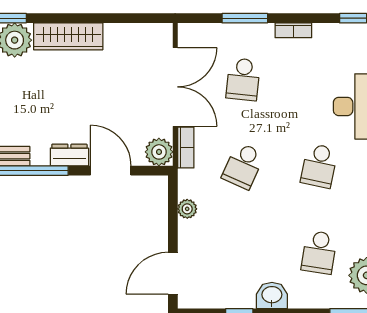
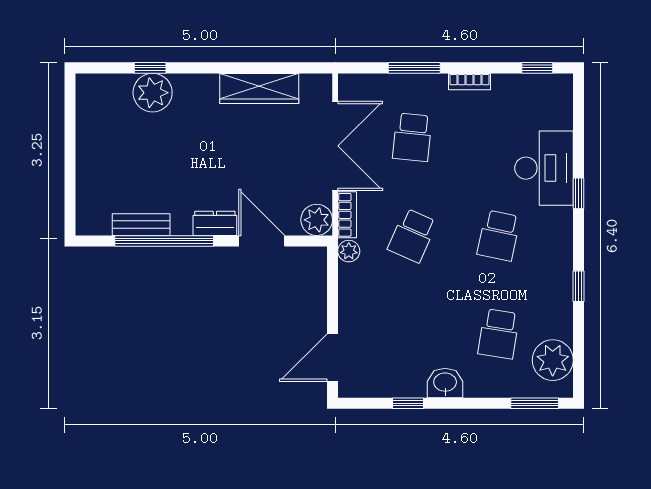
wardrobe: (68, 36) -> (259, 88), moved
plant: (187, 209) -> (349, 251), moved

